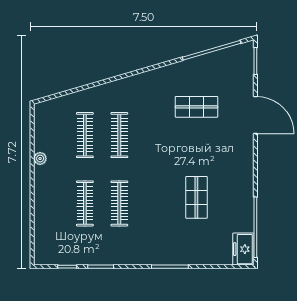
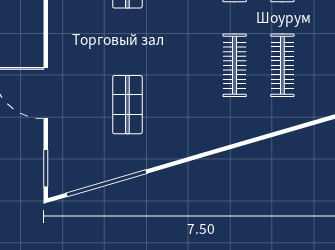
shop shelf: (196, 107) -> (127, 105), turned 90

